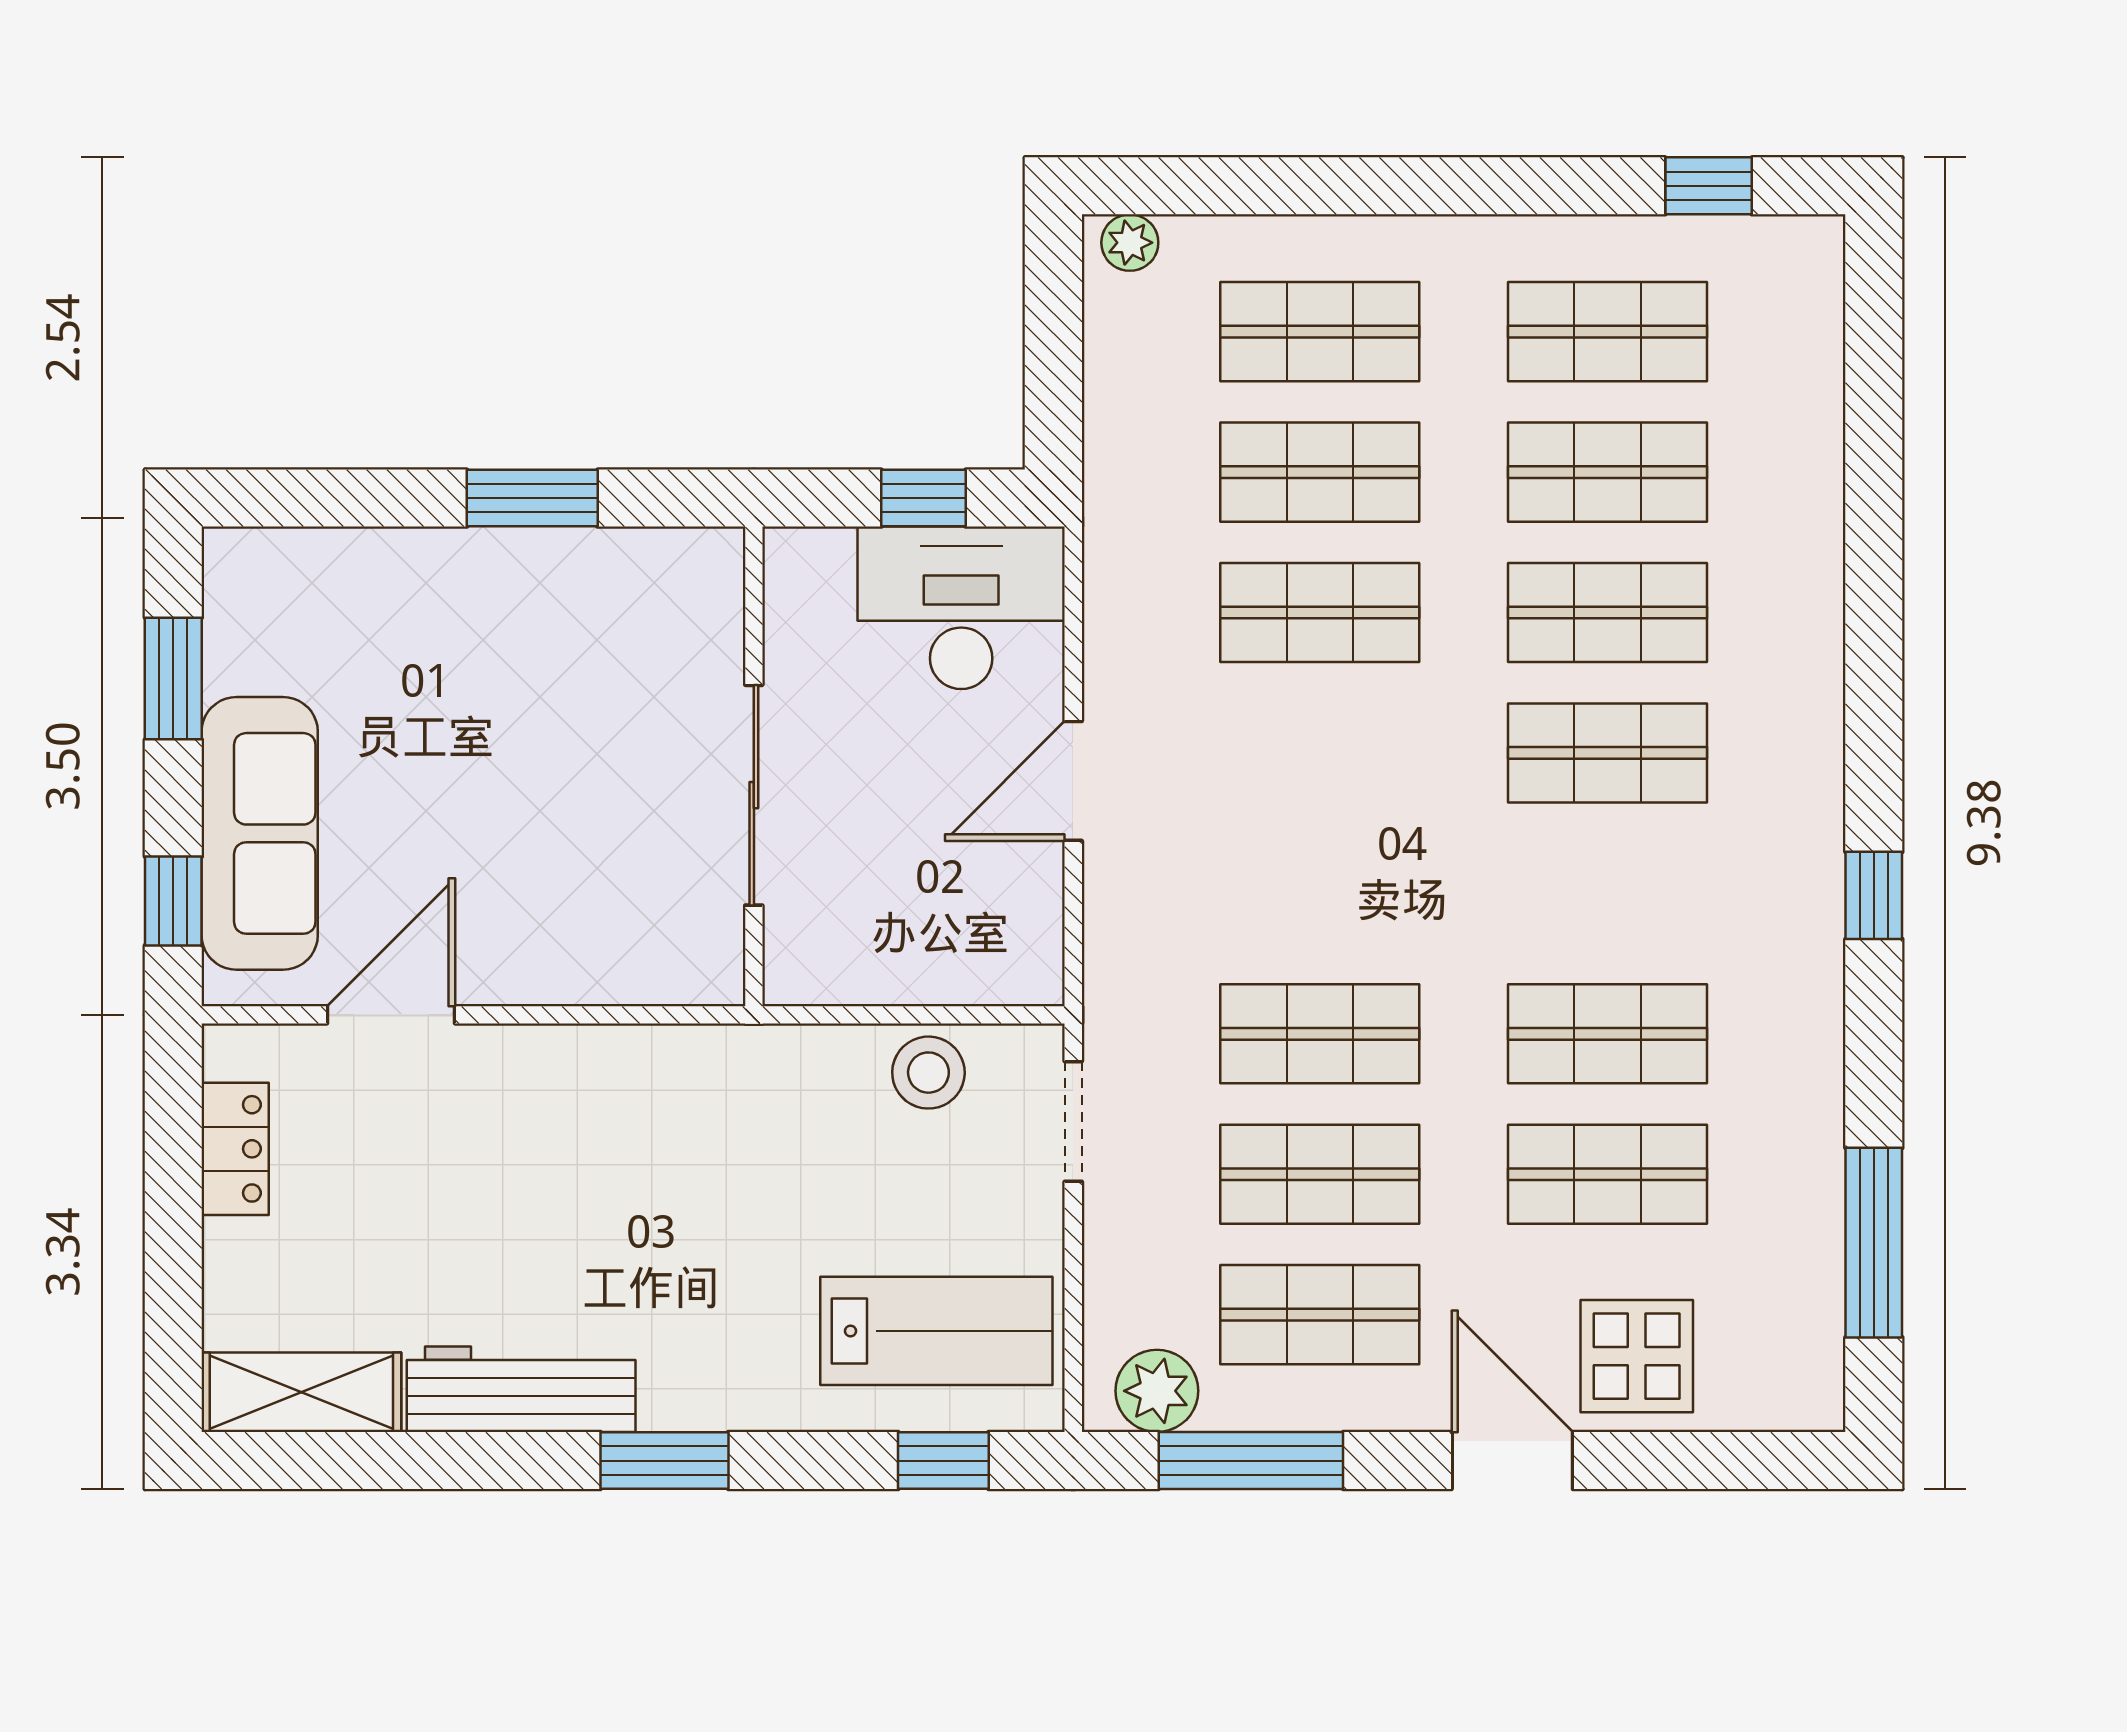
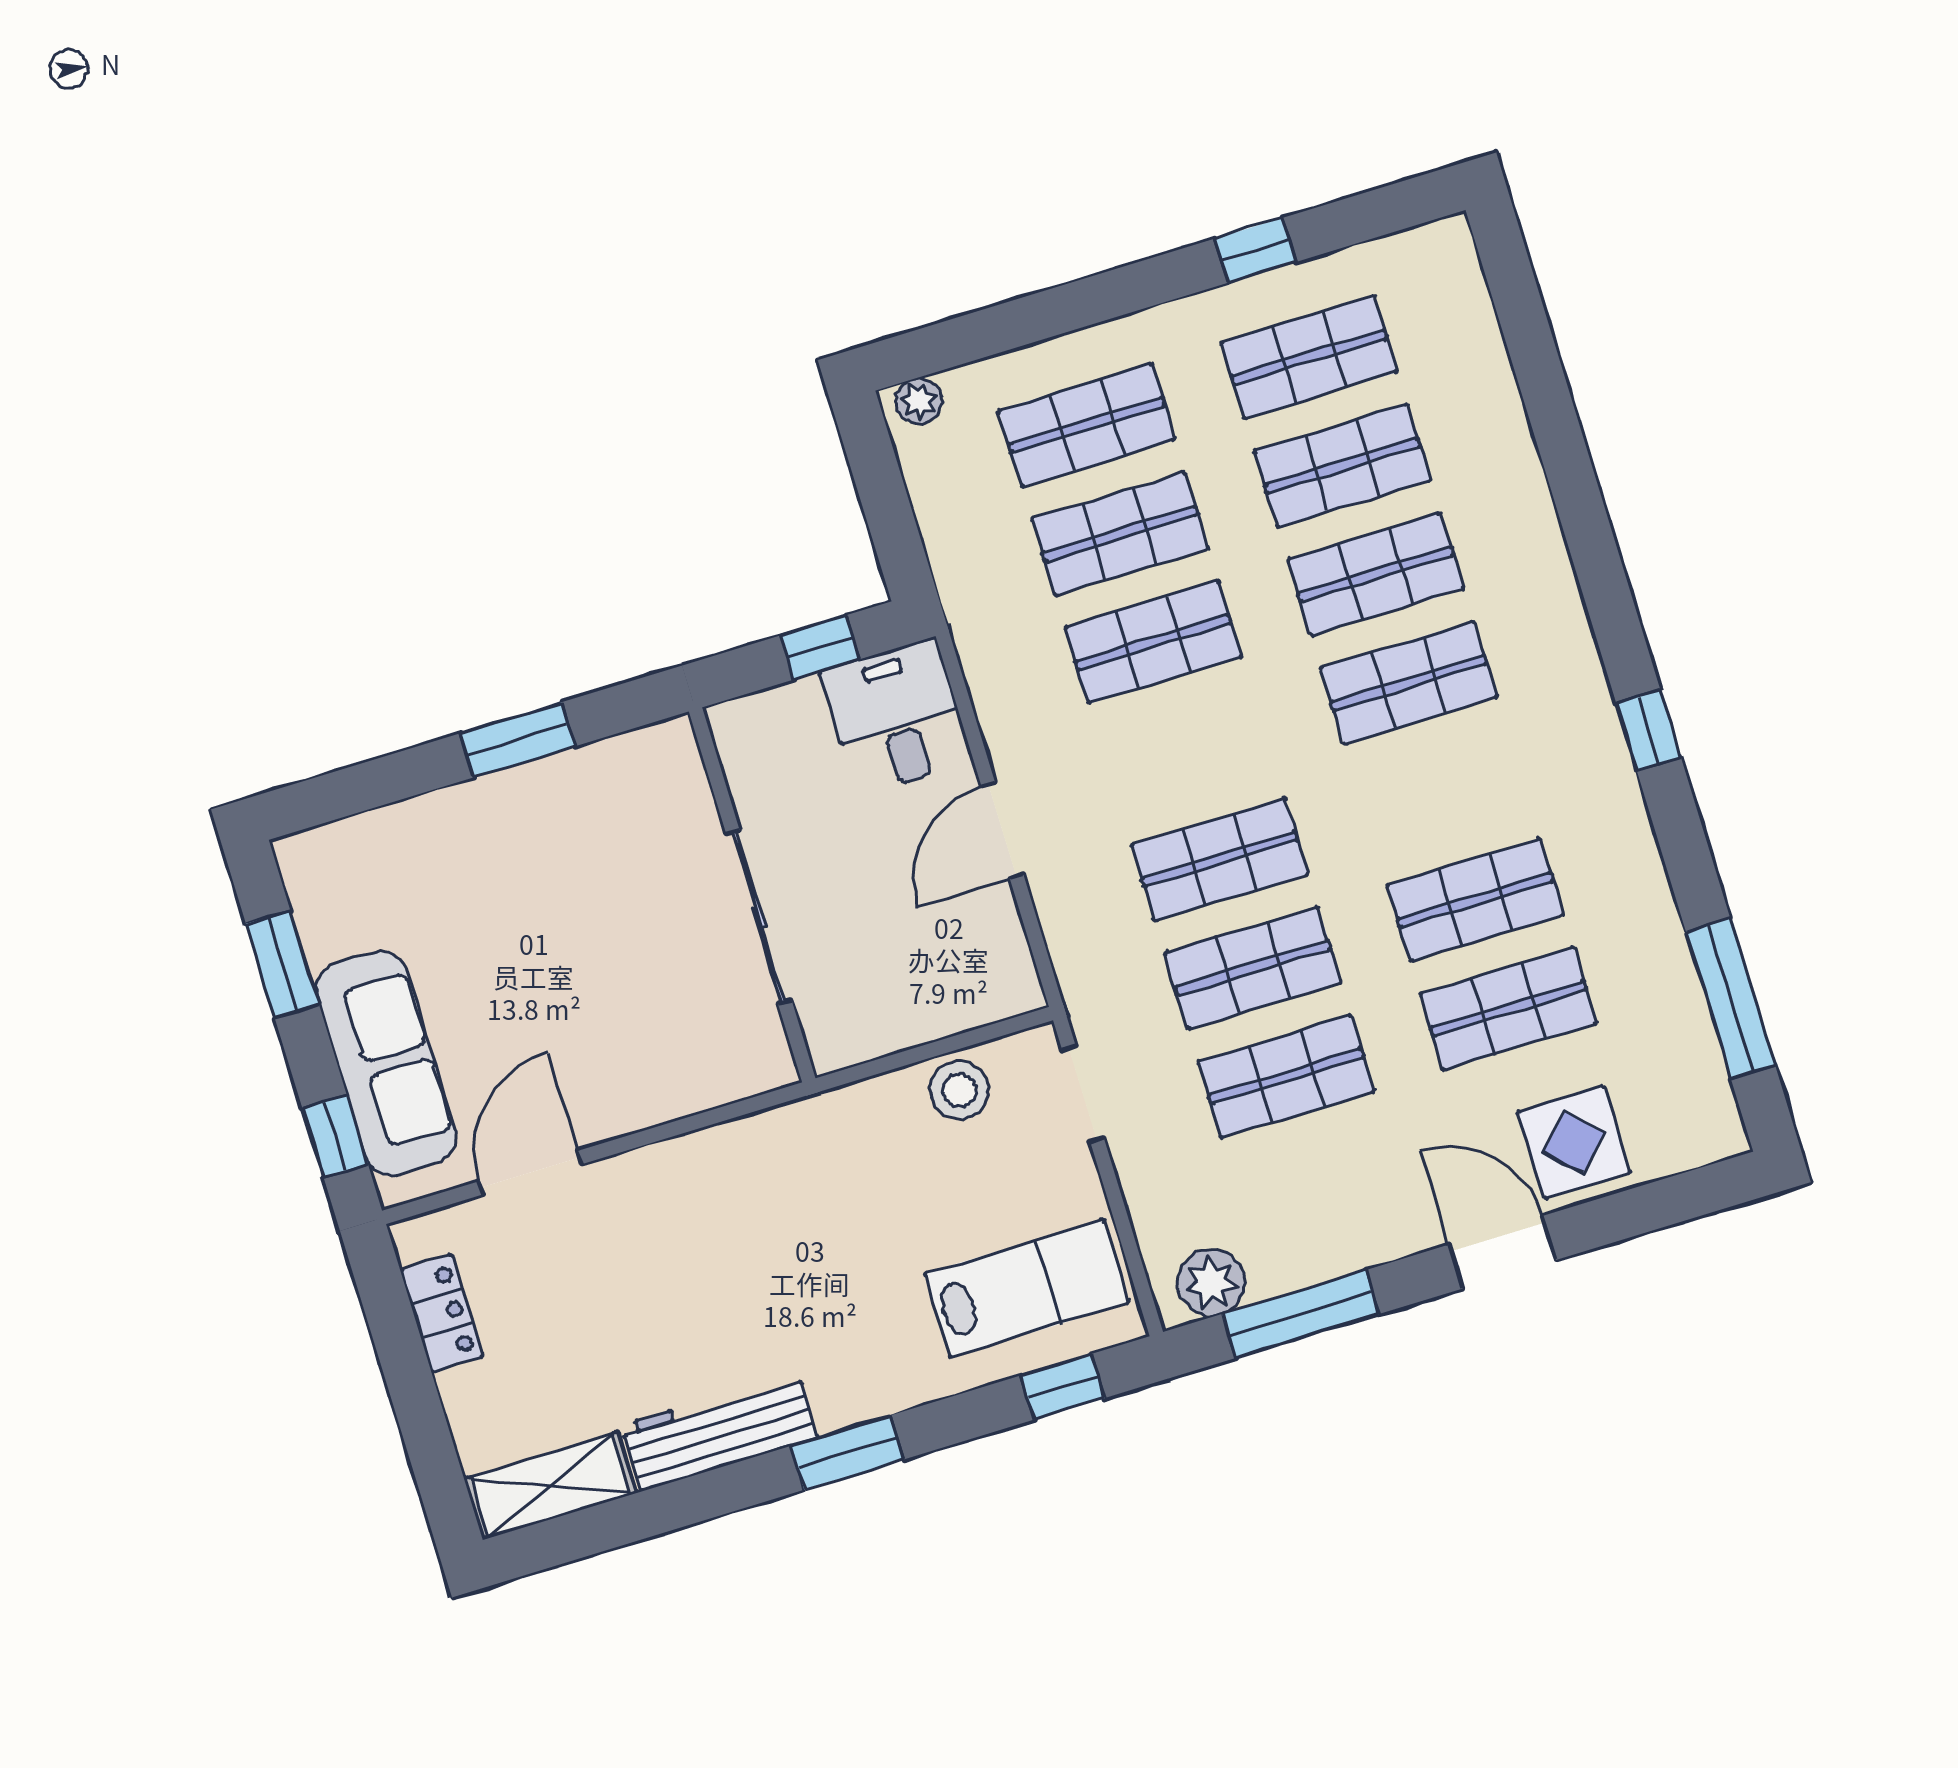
window: (1709, 186) -> (1255, 250), moved
desk: (961, 608) -> (897, 717), width x0.73
shop shelf: (1320, 1315) -> (1220, 859), moved

